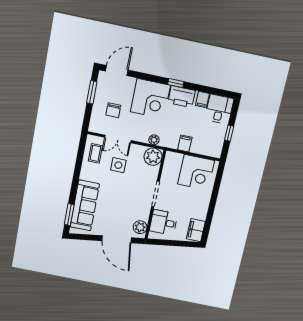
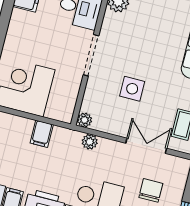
plant: (153, 157) -> (84, 120), width x0.53, depth x0.53
side table: (118, 165) -> (132, 89), moved

